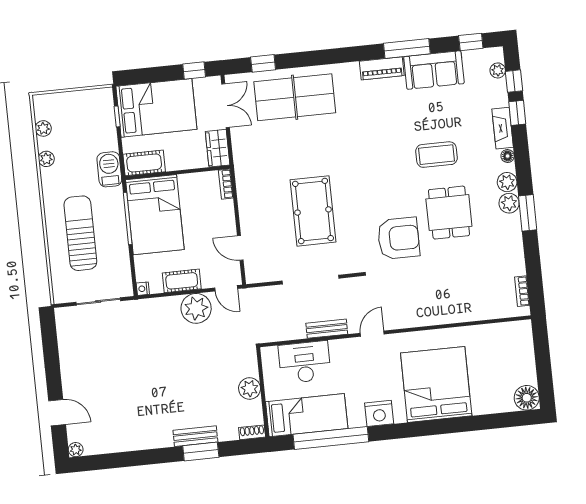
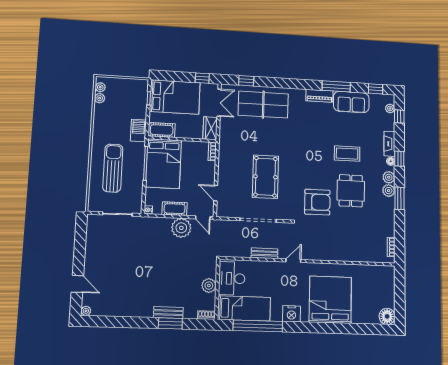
window: (517, 113) -> (399, 159), moved
plant: (46, 159) -> (100, 87), moved
desk: (305, 362) -> (232, 278), moved, turned -90

